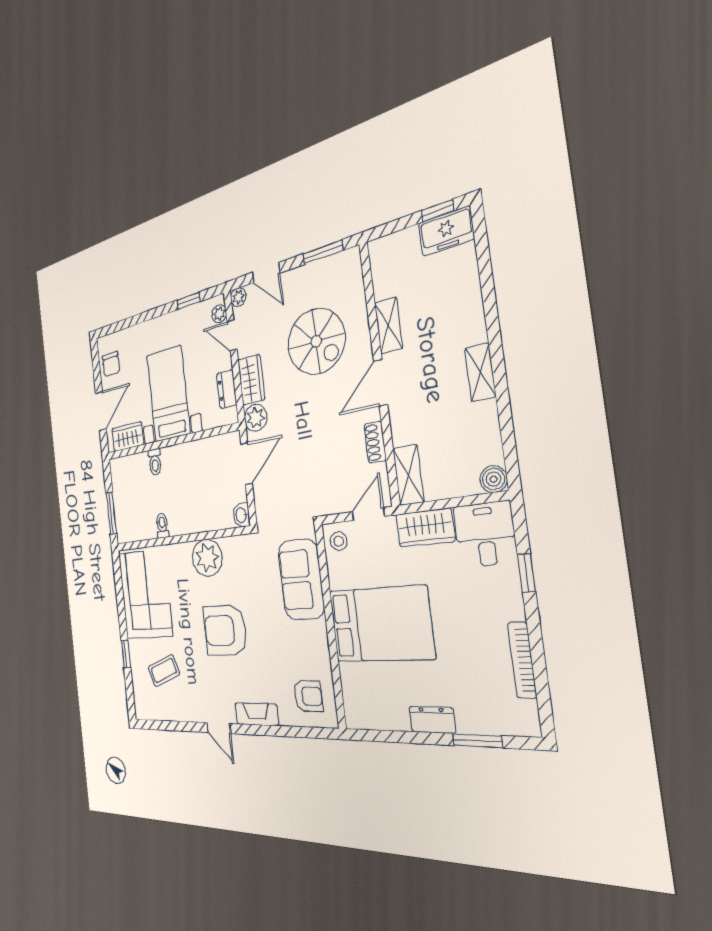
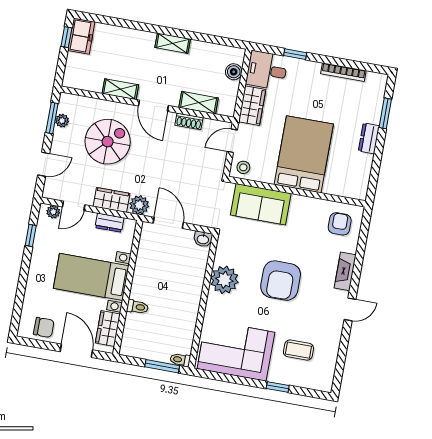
plant: (238, 297) -> (62, 121), moved
shelving: (408, 475) -> (199, 103), moved
boiler: (494, 479) -> (234, 72), moved
door: (368, 514) -> (232, 141), hinge flipped
toilet: (162, 526) -> (180, 360), moved
coffee table: (164, 671) -> (298, 350), turned -70

